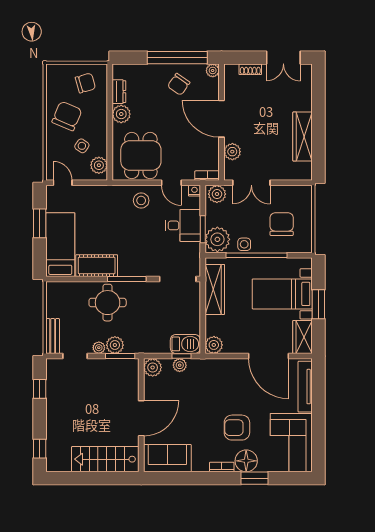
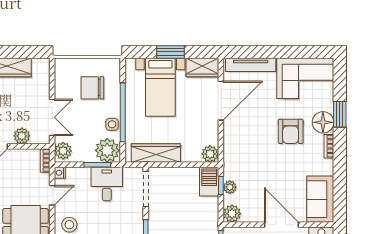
desk: (183, 225) -> (107, 184), moved

